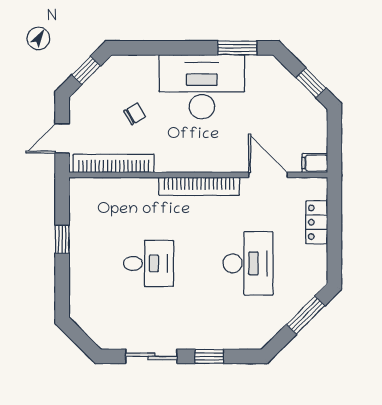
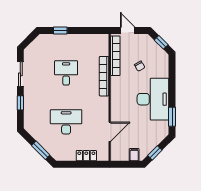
filing cabinet: (315, 163) -> (134, 155), moved
bookcase: (199, 186) -> (104, 76), moved
window: (62, 239) -> (60, 30), moved
desk: (148, 263) -> (66, 73), turned 180
desk: (248, 263) -> (66, 122), turned 180

